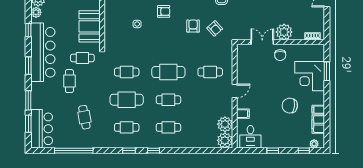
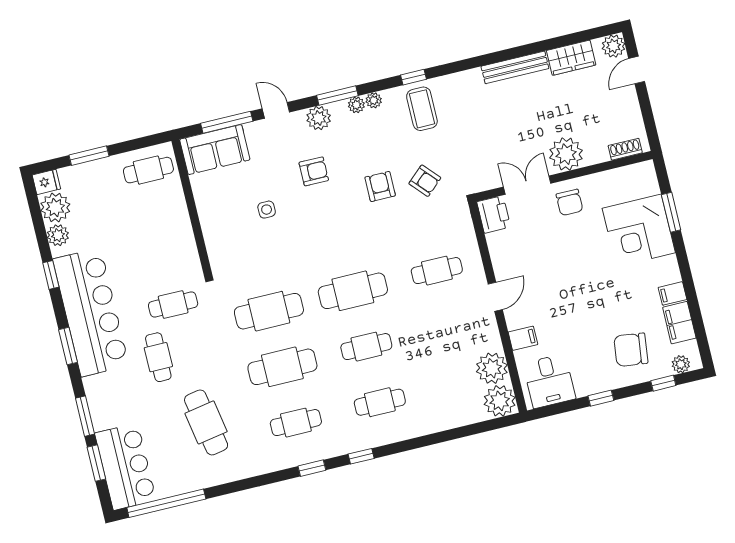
booth: (90, 26) -> (172, 237), removed
printer: (243, 52) -> (494, 214), added
cafe table: (127, 72) -> (269, 311), width x1.37, depth x1.35
chair: (290, 106) -> (631, 350), moved
cafe table: (84, 117) -> (206, 422), width x1.37, depth x1.35
window: (74, 151) -> (166, 503), moved

